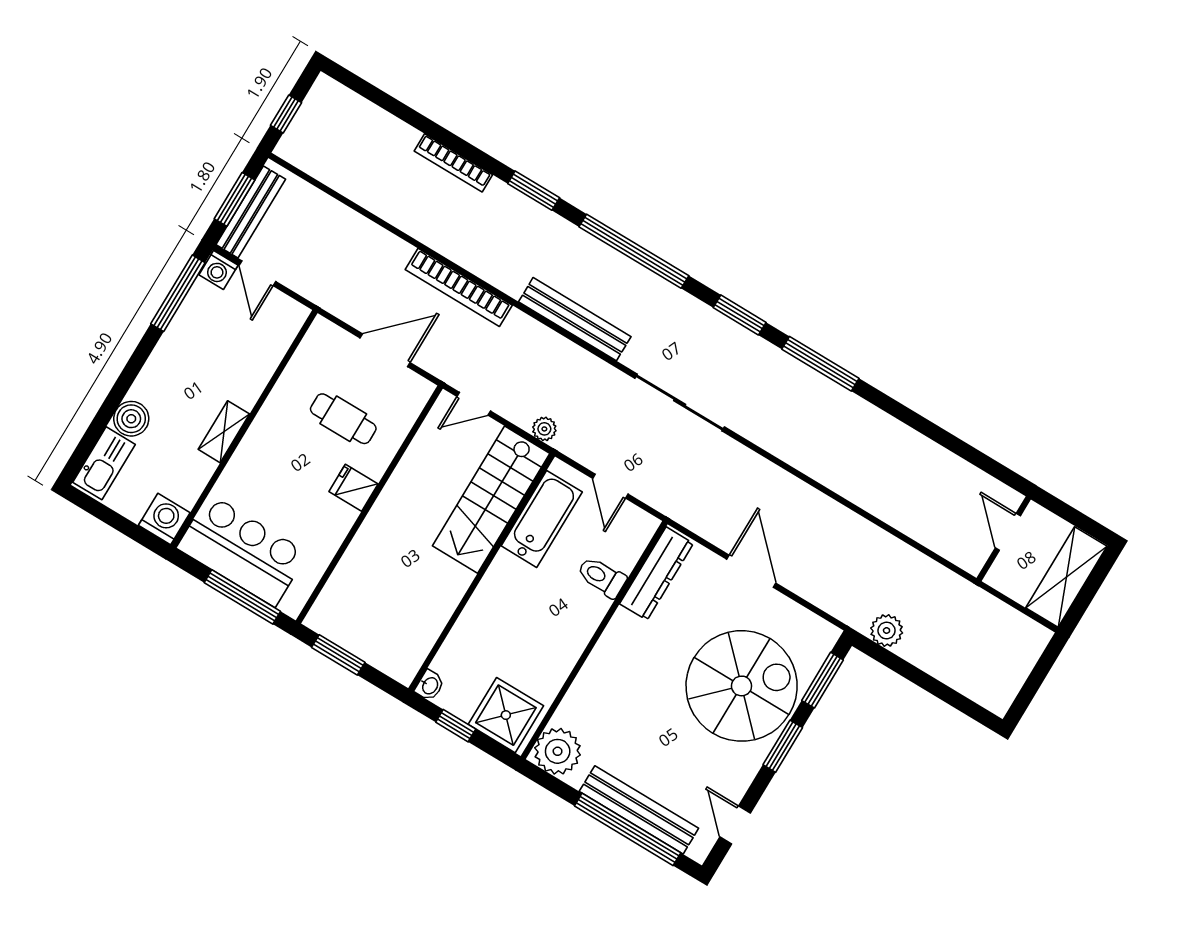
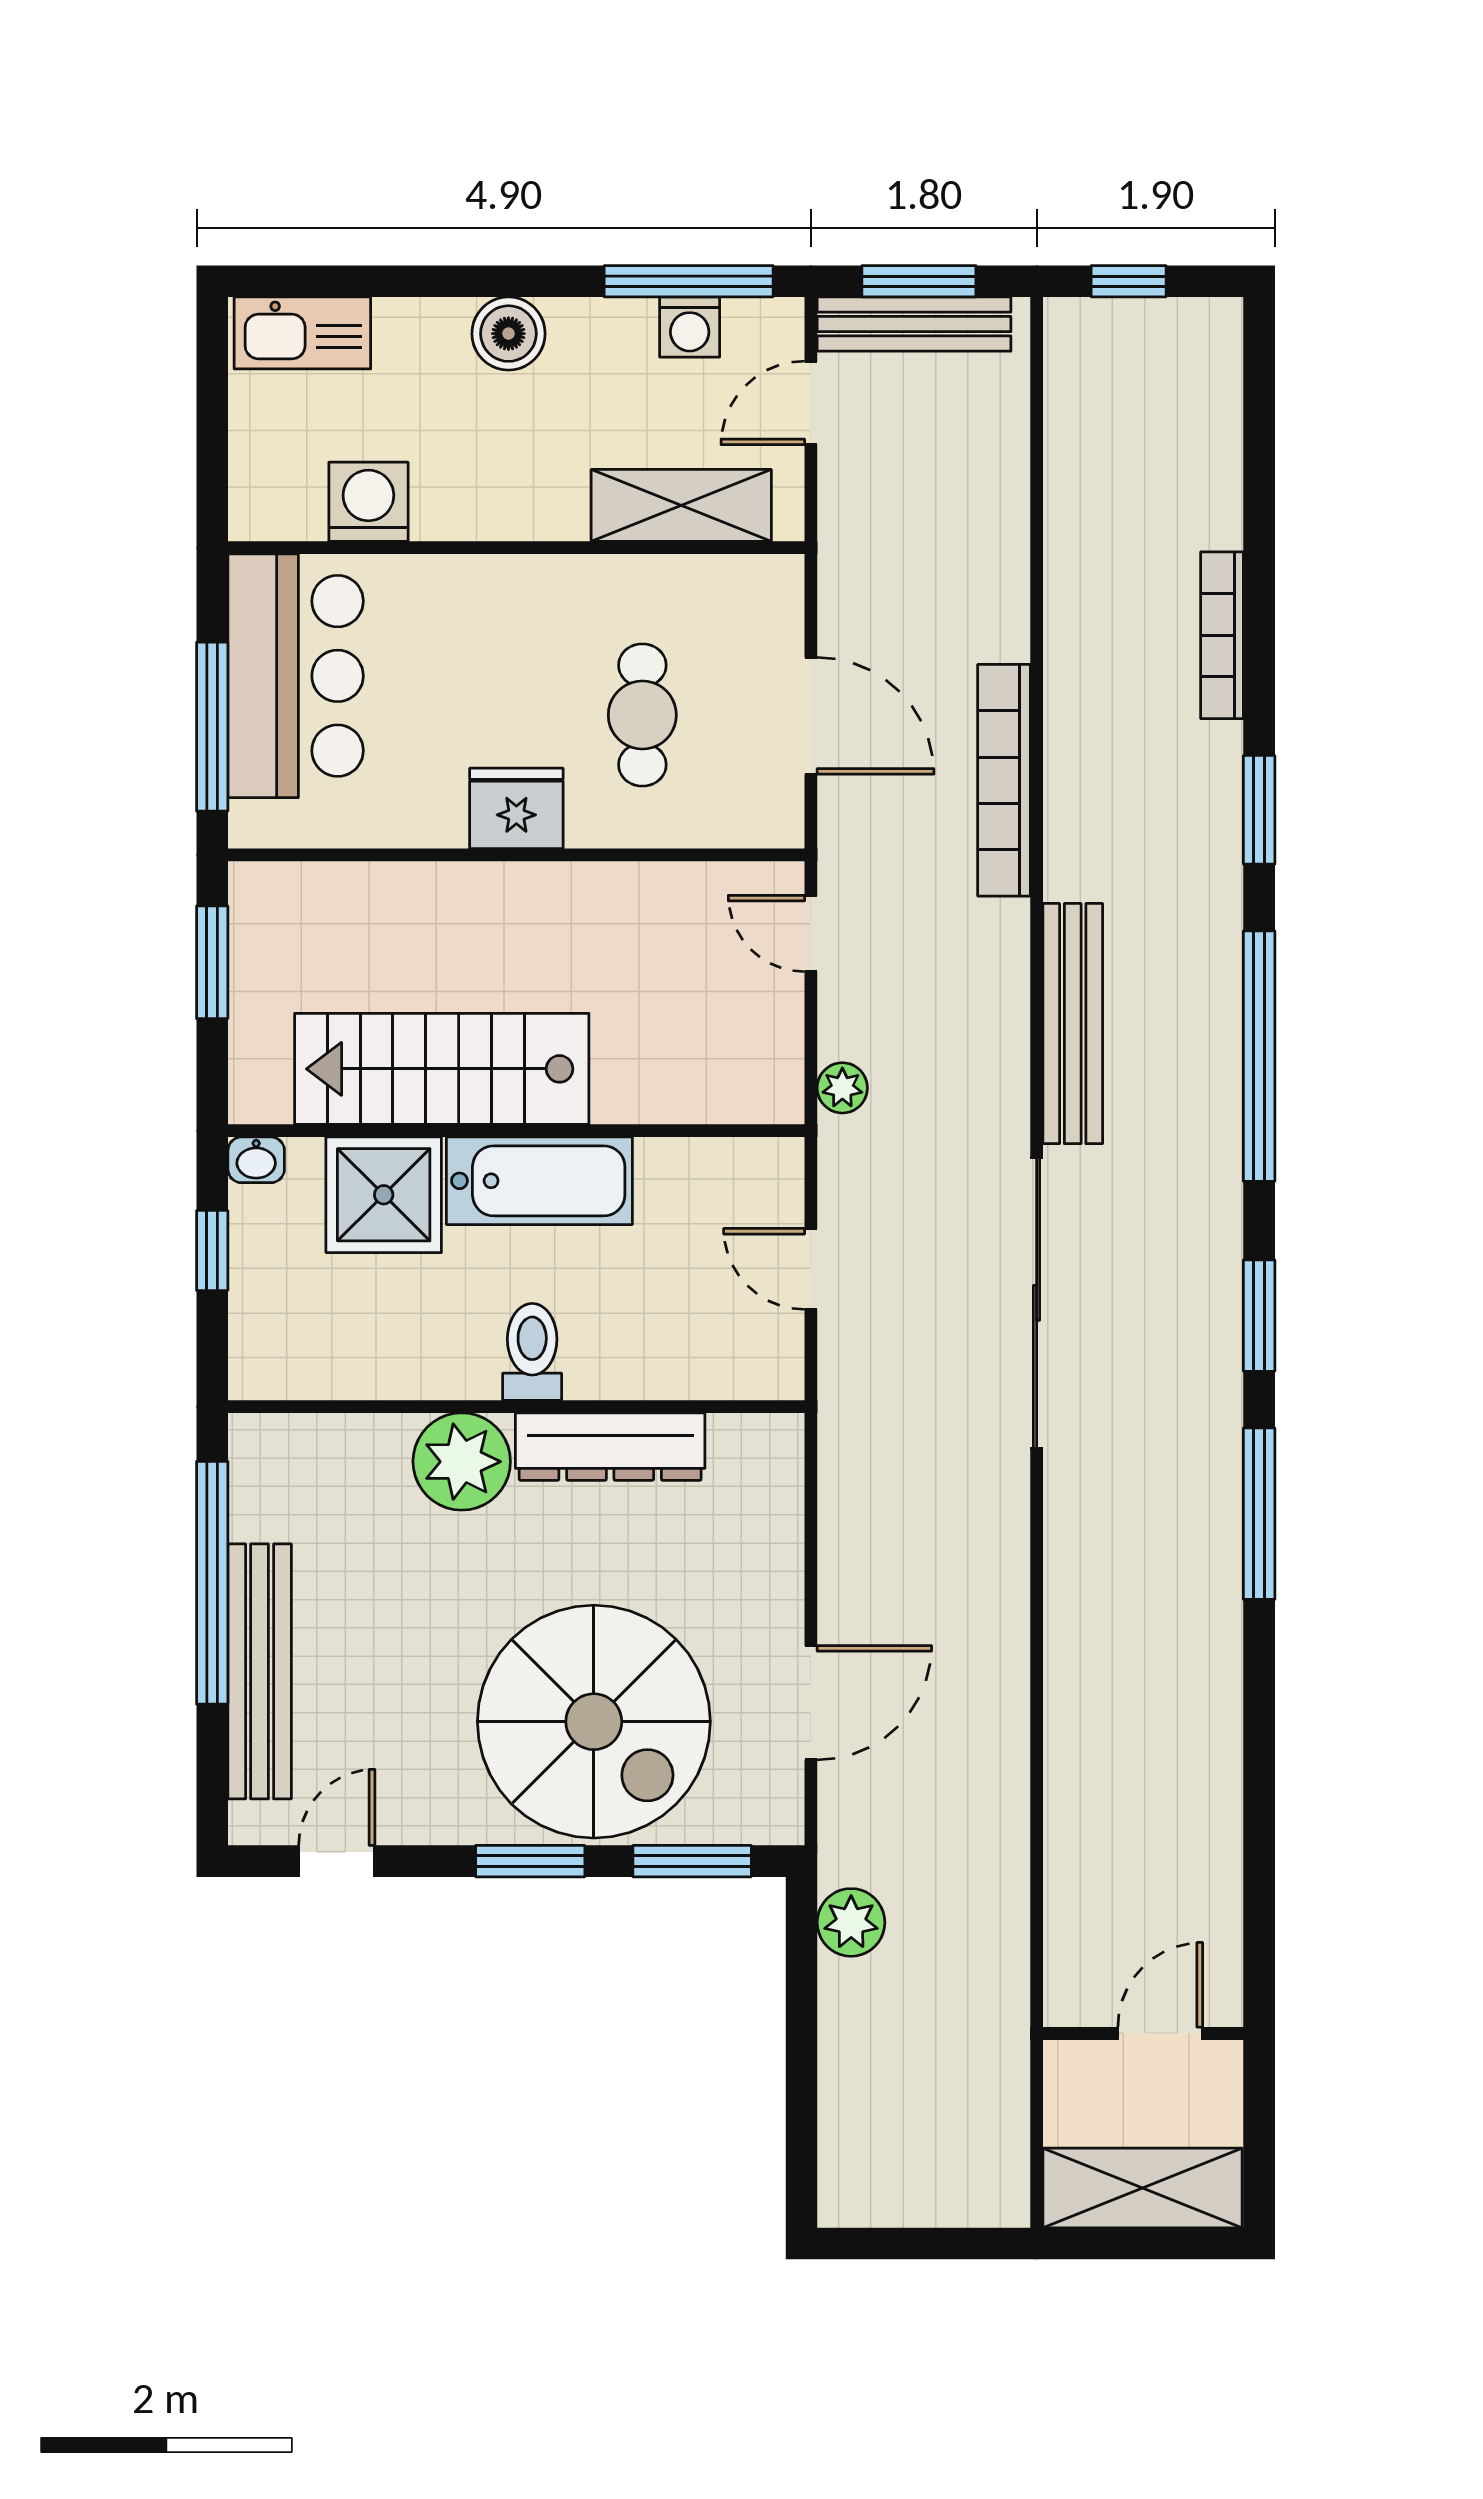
washing machine: (218, 270) -> (690, 327), moved, turned -90
sliding door: (680, 403) -> (1037, 1303), width x1.36
boiler: (131, 419) -> (508, 334), moved
shelving: (224, 432) -> (681, 505), moved, width x1.50, depth x1.33
door: (610, 486) -> (811, 1269), hinge flipped
fridge: (354, 488) -> (516, 808), width x1.38
stairs: (491, 500) -> (442, 1069), moved
washing machine: (164, 519) -> (368, 502), moved, turned -90
bathtub: (542, 519) -> (539, 1181), moved
door: (751, 571) -> (811, 1703), moved
dresser: (656, 574) -> (610, 1447), moved
toilet: (602, 577) -> (532, 1352), moved
shower: (506, 715) -> (384, 1195), moved
plant: (558, 751) -> (462, 1462), moved
window: (628, 829) -> (212, 1583), moved

